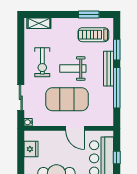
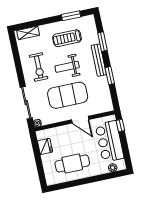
treadmill: (93, 35) -> (67, 38), moved
window: (117, 88) -> (110, 76), width x0.47
sliding door: (21, 98) -> (26, 103), width x1.37
window: (117, 157) -> (120, 125), moved

